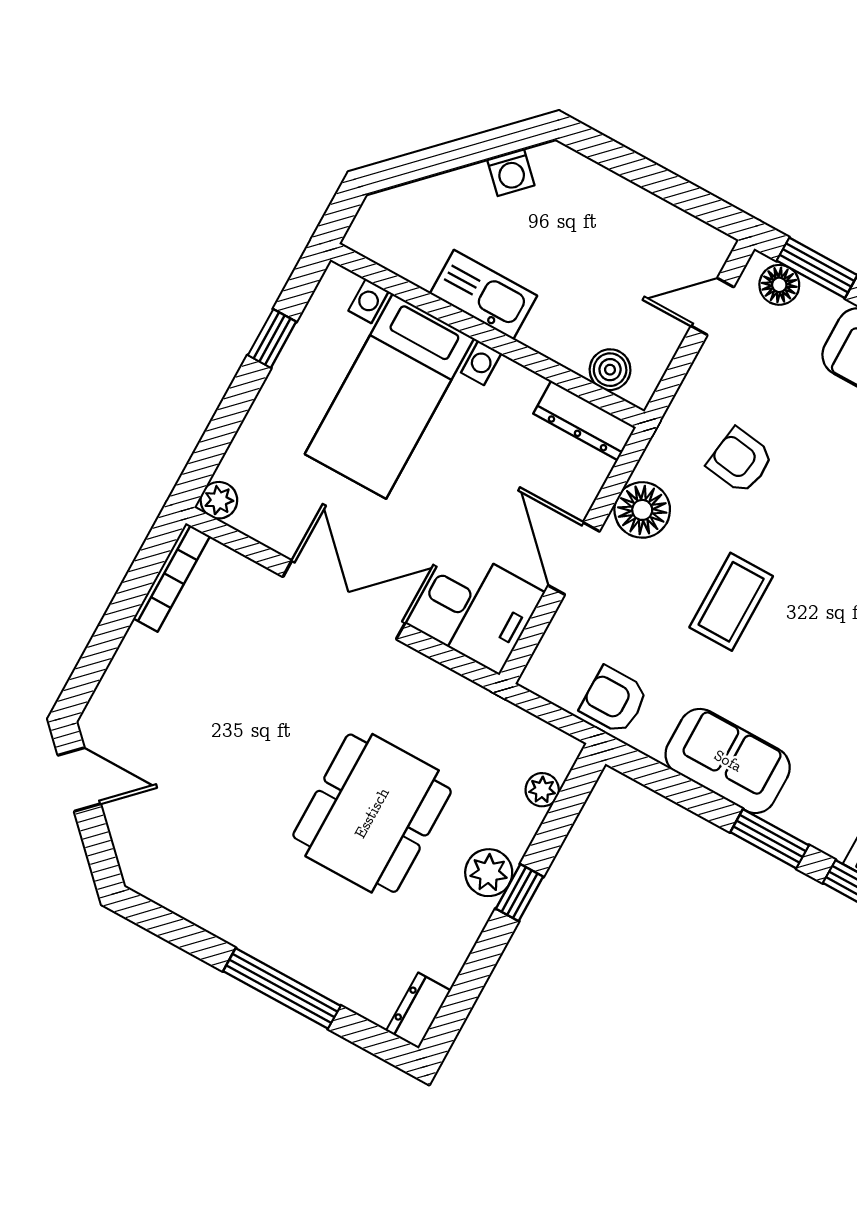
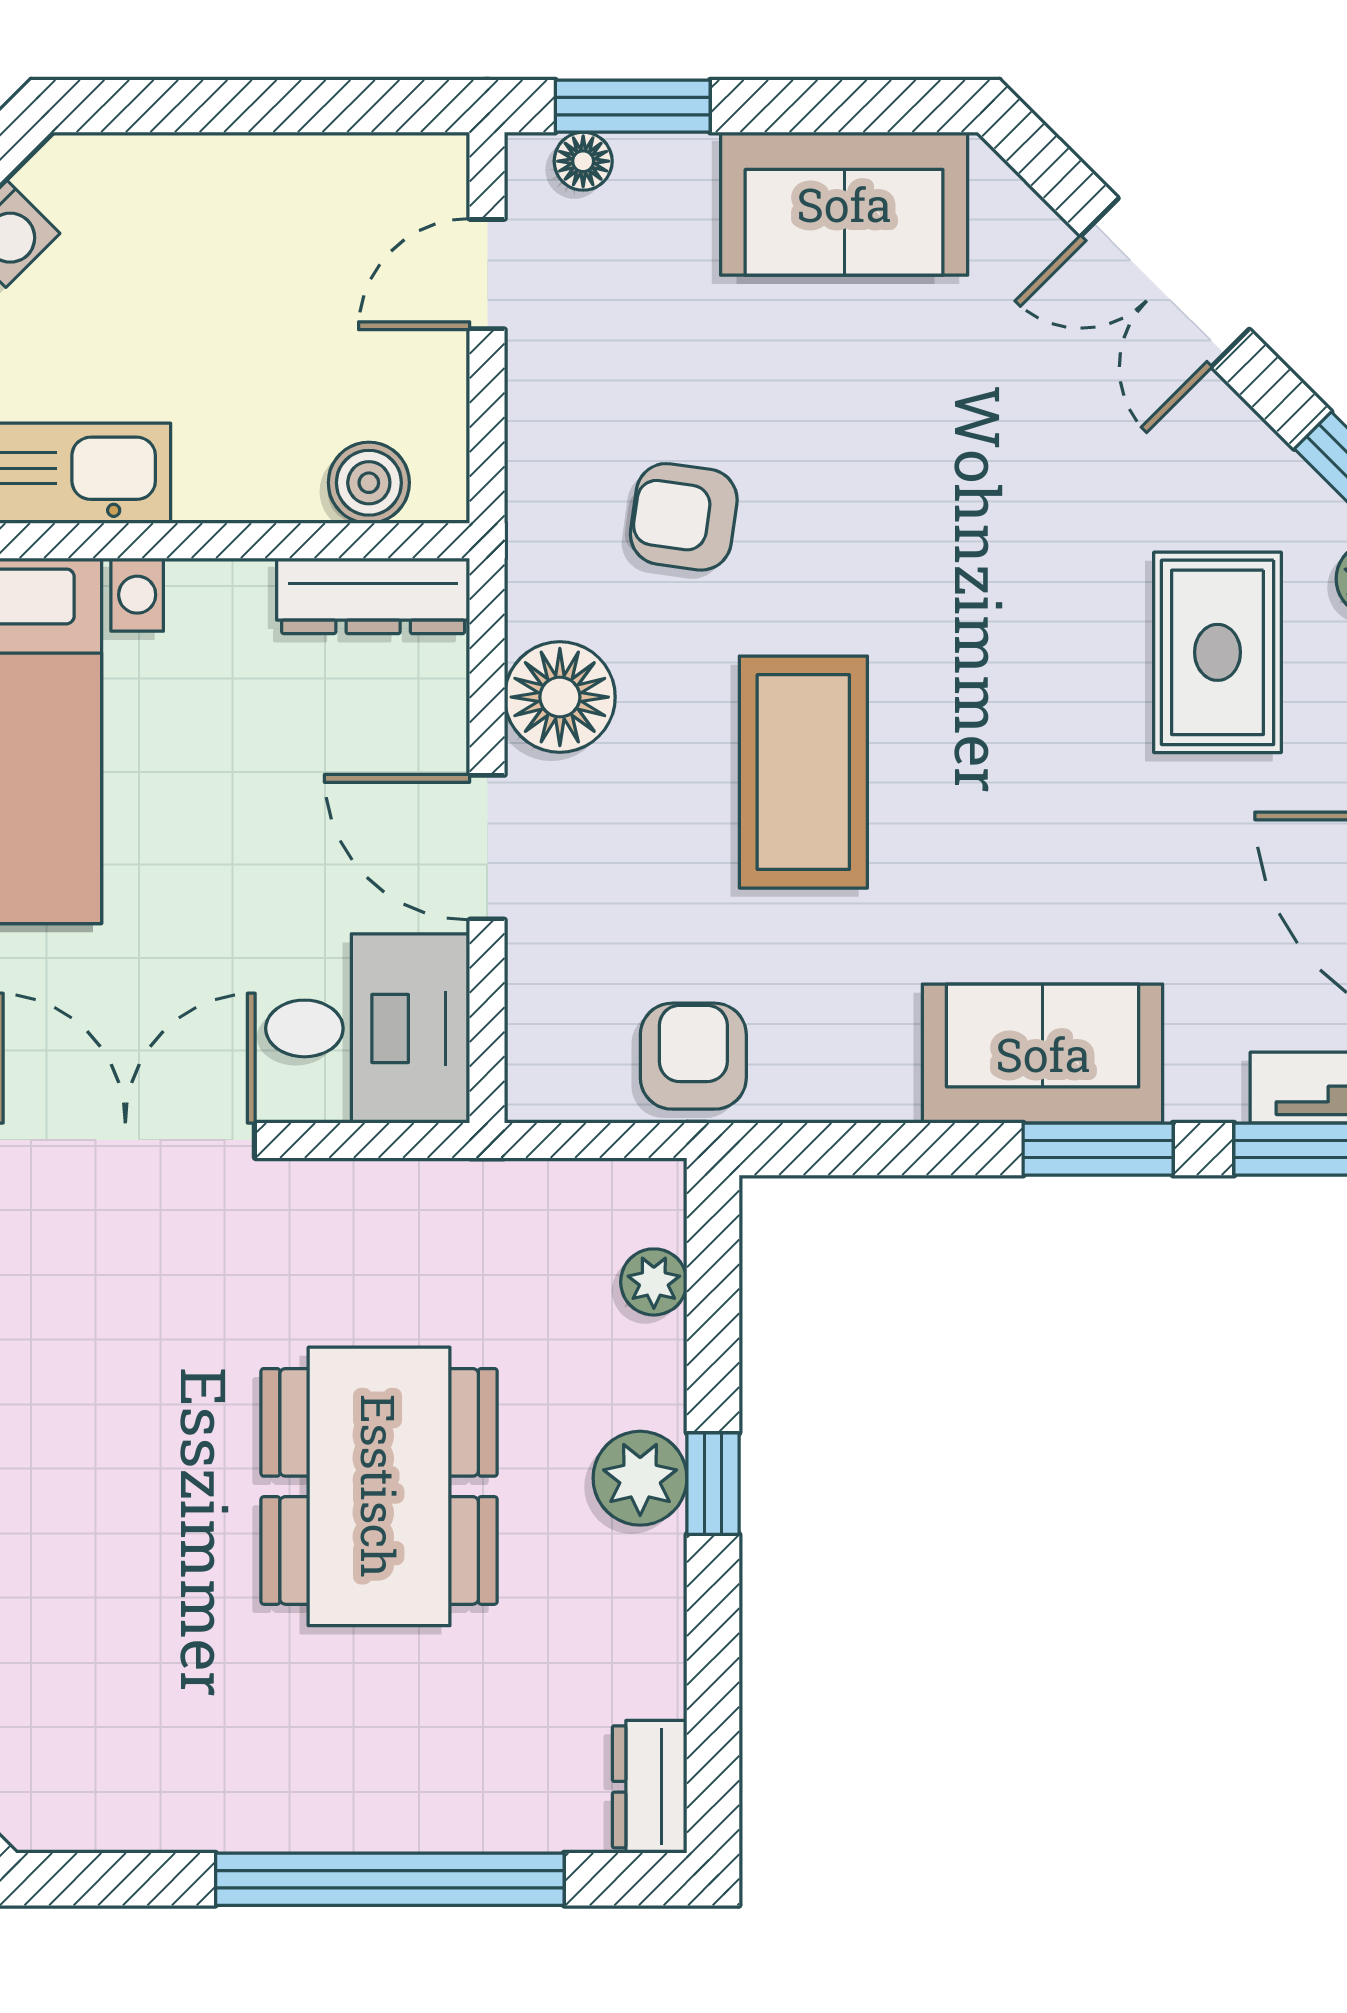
floor lamp: (779, 285) -> (583, 161), width x0.73, depth x0.73
coffee table: (731, 602) -> (803, 772), width x1.36, depth x1.32
armchair: (614, 700) -> (693, 1056), turned 90
sofa: (728, 761) -> (1043, 1054), moved
window: (282, 988) -> (390, 1879), width x1.46

